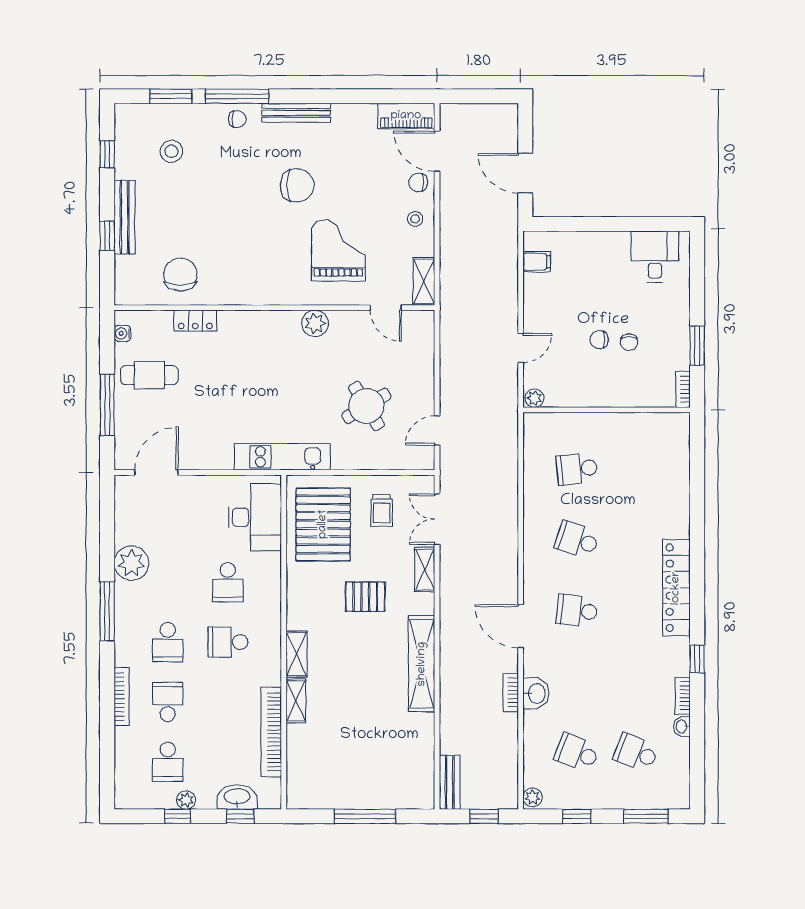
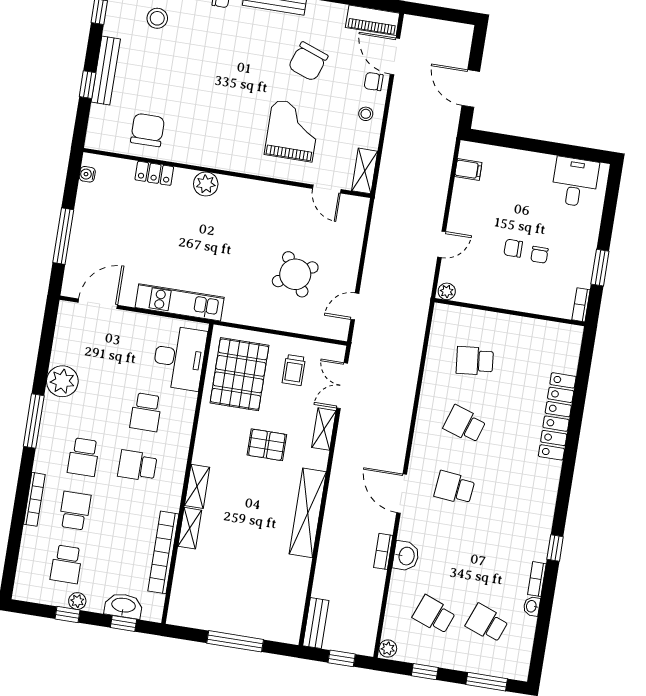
chair: (297, 185) -> (308, 62), moved, turned 110
plant: (315, 323) -> (206, 184), moved
cafe table: (149, 375) -> (105, 216), removed
kitchen unit: (282, 457) -> (180, 302), moved
locker: (676, 588) -> (557, 416), moved

